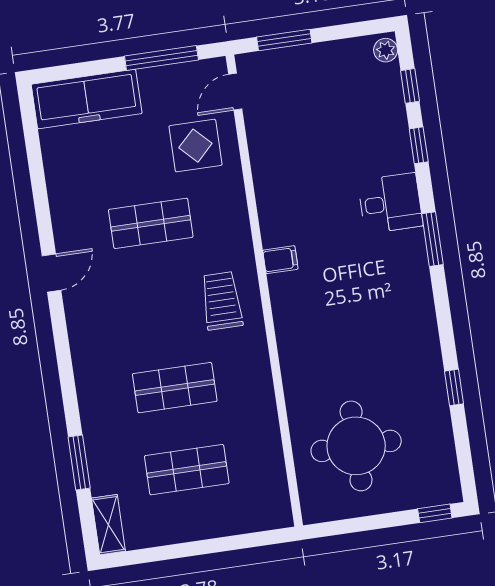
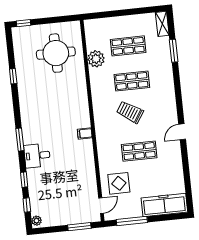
trolley: (222, 301) -> (130, 112), moved, turned 123
plant: (261, 436) -> (96, 59), added

